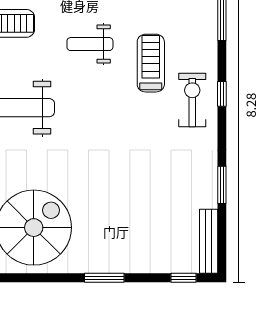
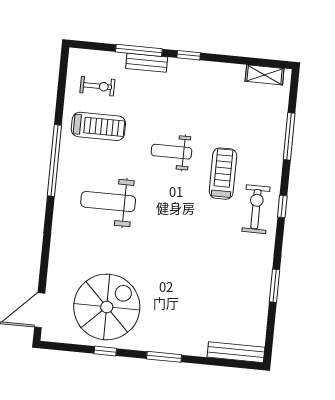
bench: (209, 241) -> (236, 352), moved, turned 90
window: (183, 278) -> (105, 351), moved

